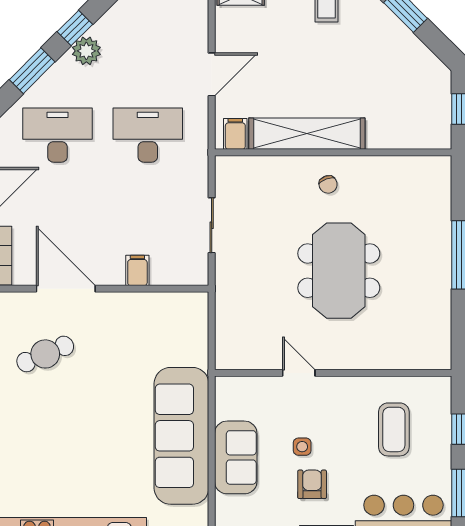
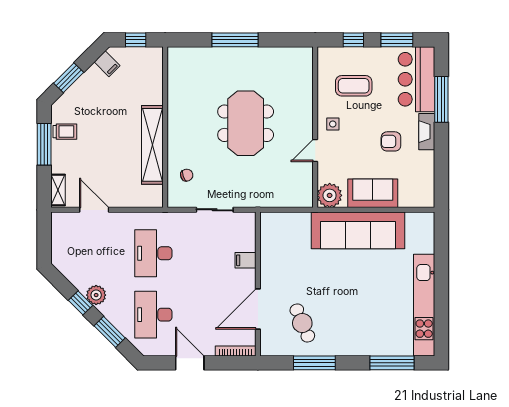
door: (212, 74) -> (94, 210), moved
filing cabinet: (235, 134) -> (107, 64), moved, turned -135
chair: (328, 184) -> (187, 175), moved
meeting table: (339, 271) -> (246, 123), turned 90
plant: (233, 394) -> (330, 195), added
side table: (302, 447) -> (333, 124), moved

